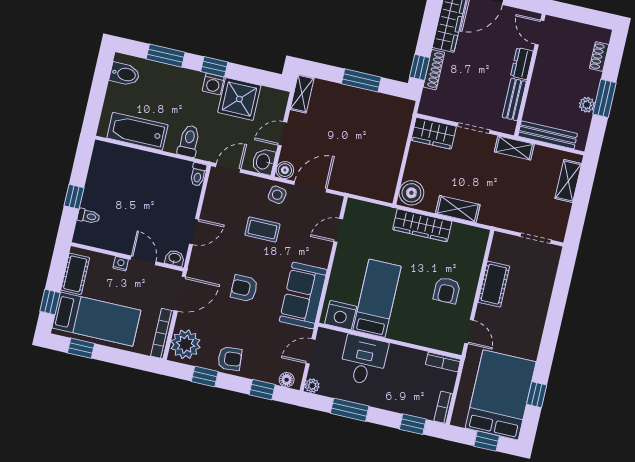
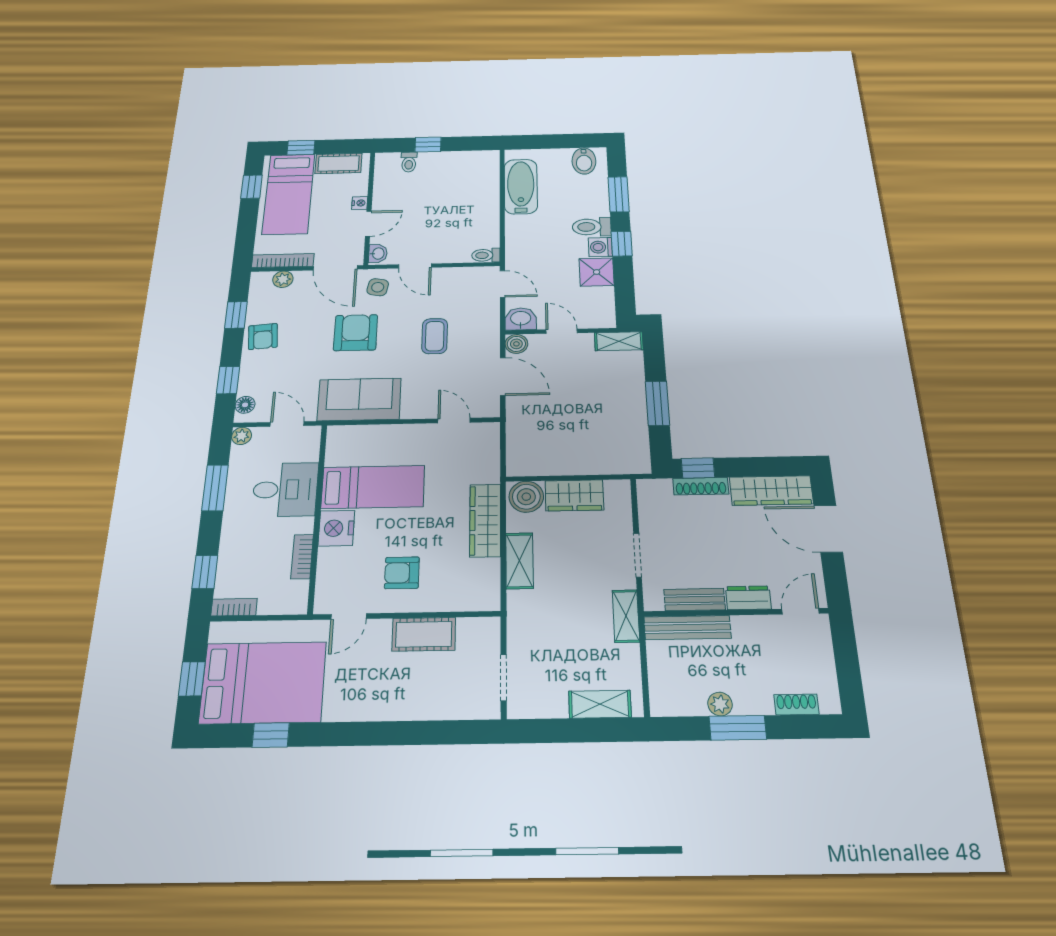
shower: (239, 99) -> (597, 272), width x0.73, depth x0.73
wardrobe: (434, 133) -> (574, 495), moved, turned -90
bench: (548, 135) -> (687, 627), moved, turned 90
toilet: (189, 141) -> (592, 227), moved, turned 180
side table: (277, 195) -> (378, 287), moved
armchair: (244, 288) -> (356, 333), width x1.38, depth x1.38
nightstand: (341, 315) -> (336, 528), moved
plant: (186, 344) -> (283, 279), width x0.53, depth x0.53
bookcase: (443, 362) -> (302, 557), moved

